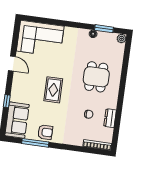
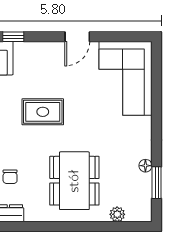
plant: (122, 39) -> (117, 214), moved
dining table: (96, 77) -> (74, 181), width x1.38

